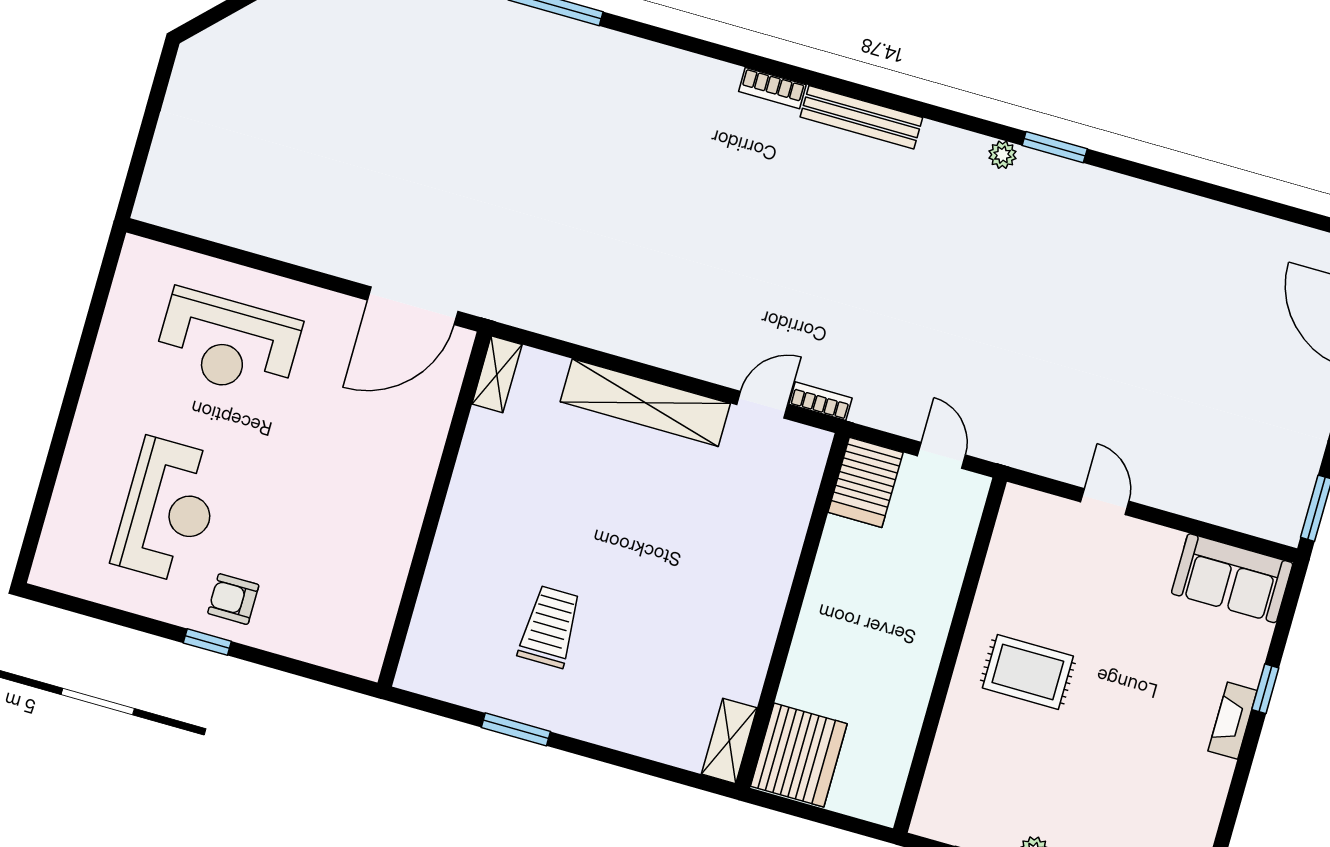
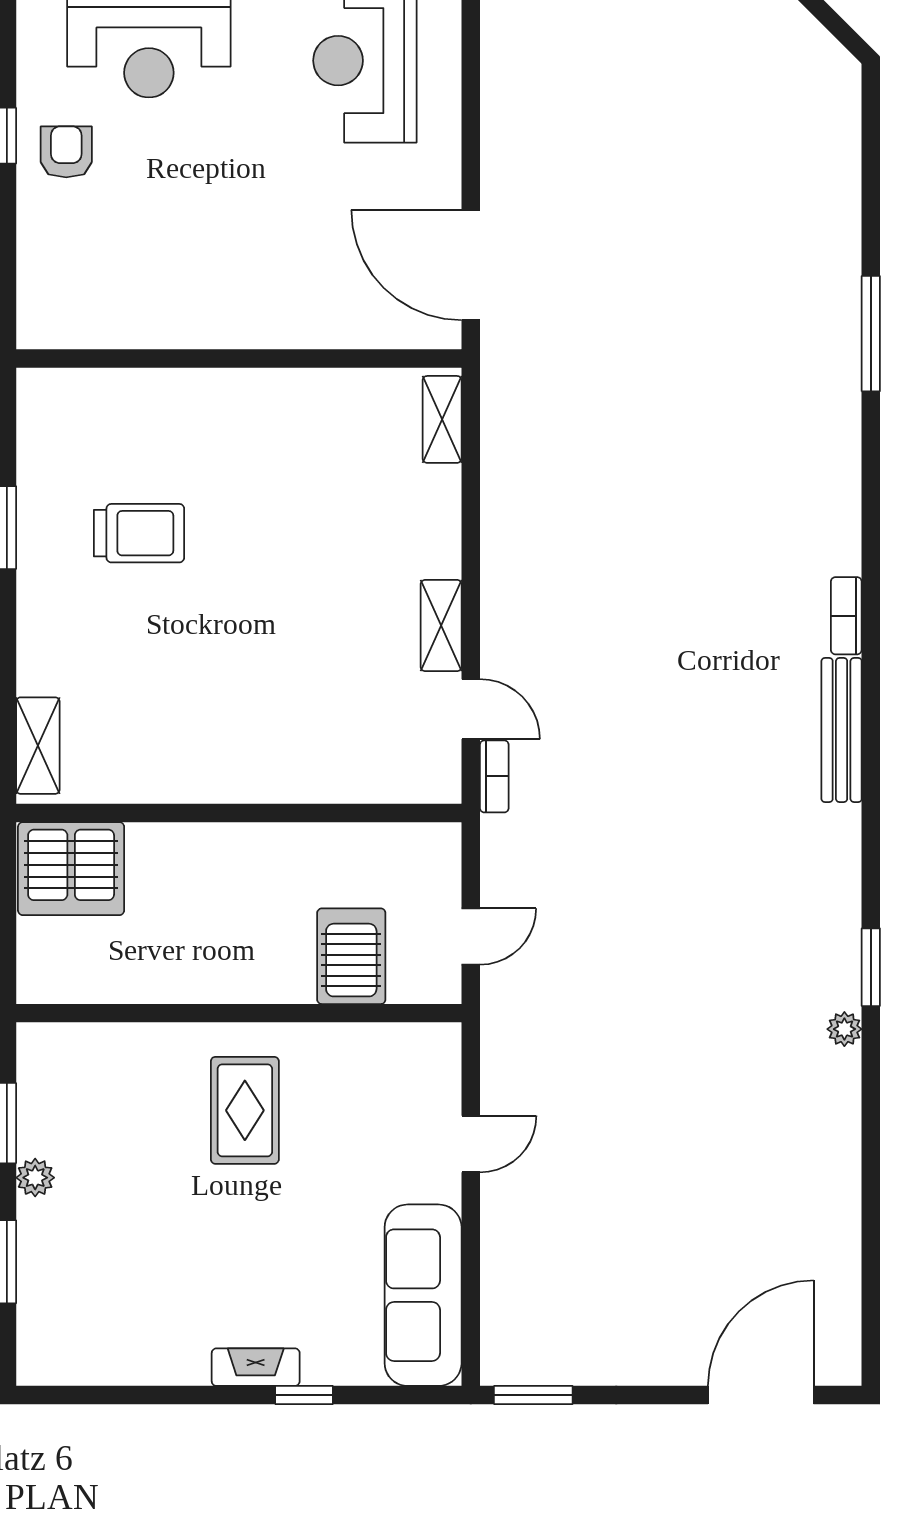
plant: (1002, 155) -> (844, 1029), moved
shelving: (497, 374) -> (442, 419), moved, turned 90
shelving: (645, 403) -> (441, 626), width x0.45, depth x0.75
server rack: (866, 482) -> (351, 956), moved, turned 90
sofa: (1232, 578) -> (423, 1295), width x1.36
shelving: (729, 741) -> (38, 746), moved, turned 90

